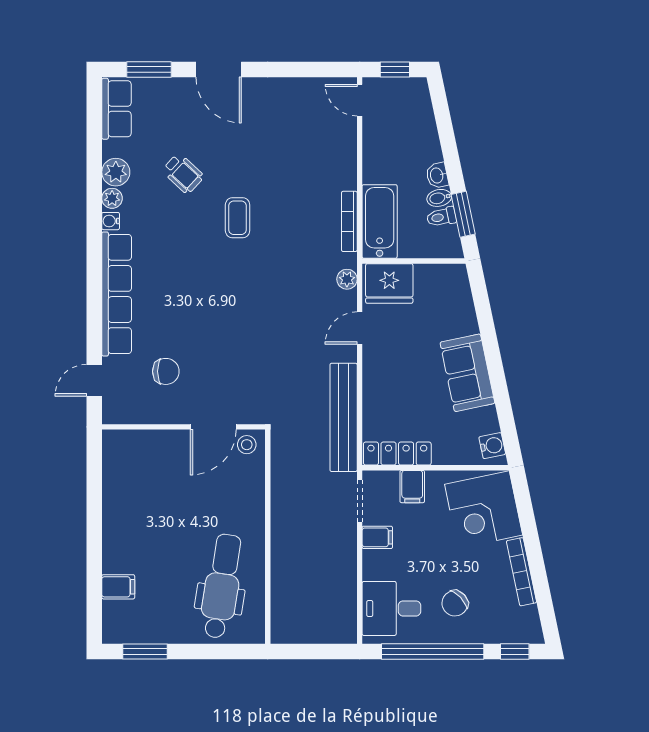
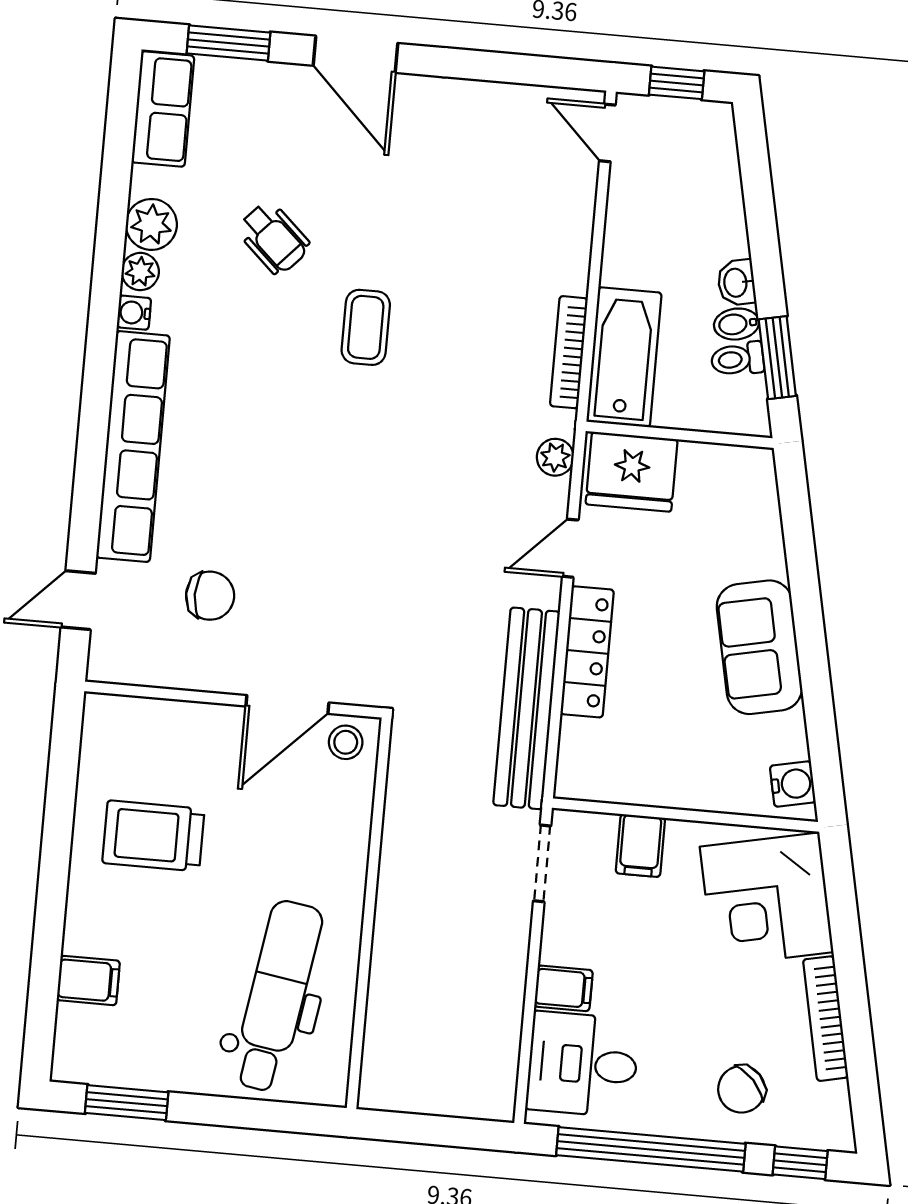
locker: (397, 454) -> (587, 652), moved, turned 90
trolley: (147, 505) -> (153, 836), added
filing cabinet: (377, 537) -> (563, 988), moved
chair: (455, 603) -> (741, 1089), moved

